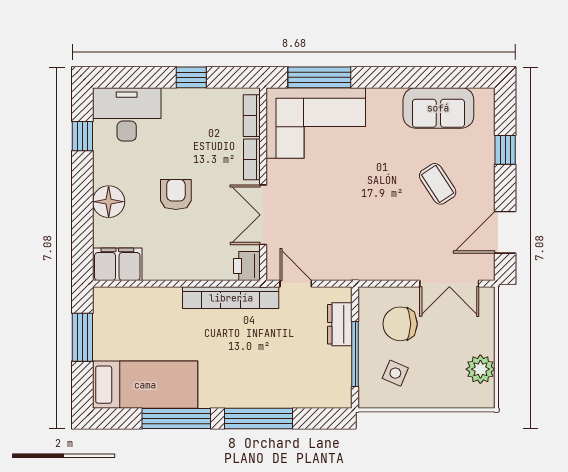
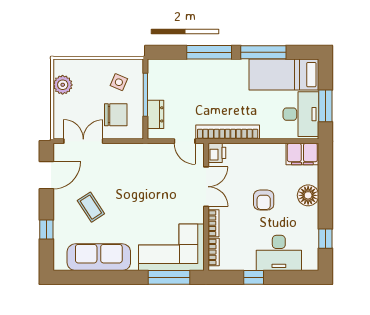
sofa: (438, 108) -> (99, 257), width x1.36
desk: (127, 114) -> (279, 253), moved
desk: (119, 325) -> (301, 114), added

